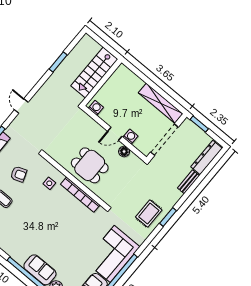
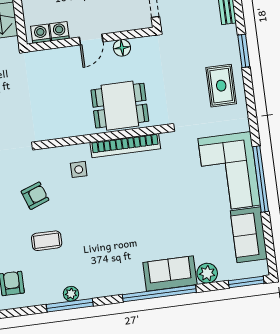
washing machine: (130, 137) -> (59, 31), moved
dining table: (90, 165) -> (120, 106), moved
window: (168, 217) -> (244, 51), moved

